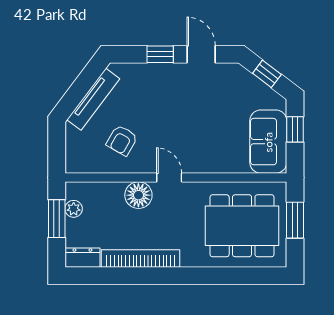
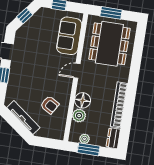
sofa: (268, 142) -> (69, 36), moved, turned 90
door: (169, 177) -> (77, 71), moved
plant: (112, 193) -> (79, 116), added

